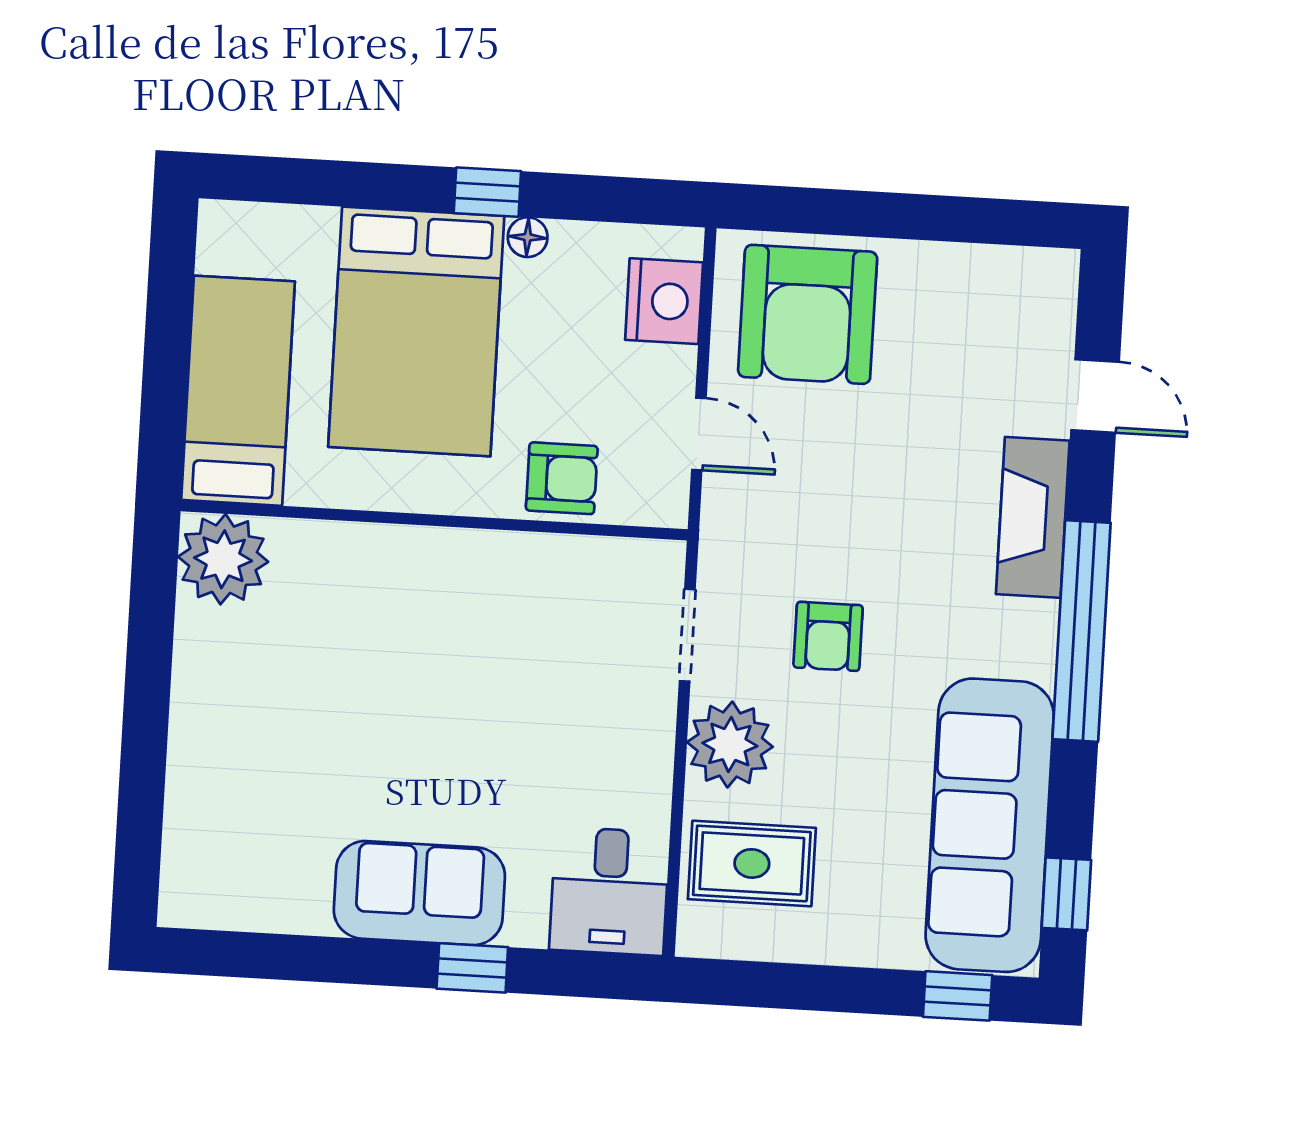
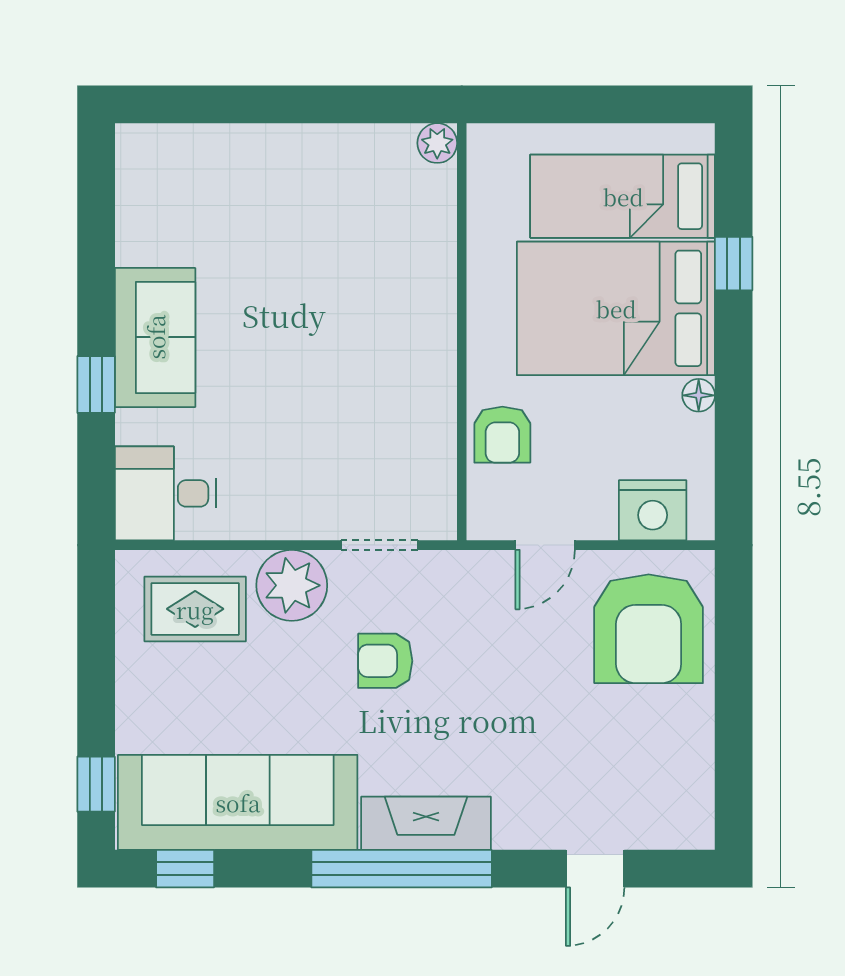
window: (487, 192) -> (734, 264), moved
armchair: (808, 314) -> (649, 629), turned -90
bed: (238, 391) -> (623, 196), moved, turned 180
fireplace: (1033, 517) -> (426, 823), moved
plant: (223, 559) -> (437, 143), width x0.53, depth x0.53
rug: (752, 863) -> (195, 609), turned 90

